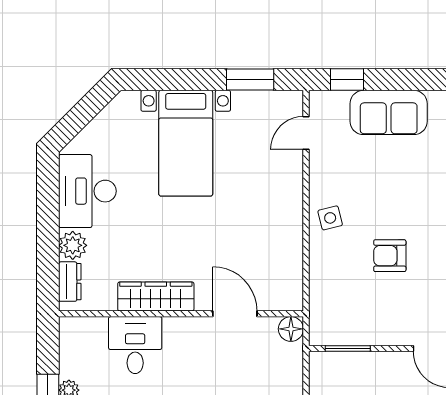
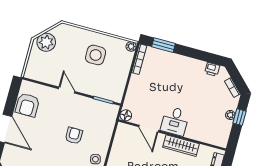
armchair: (390, 256) -> (74, 136), turned -90
desk: (135, 345) -> (175, 121), moved

